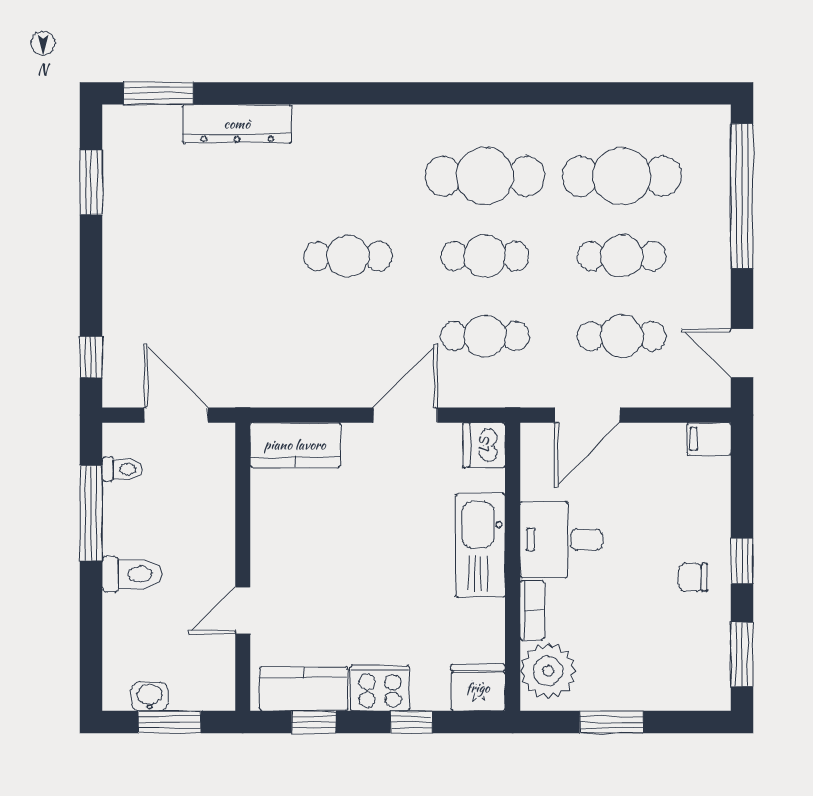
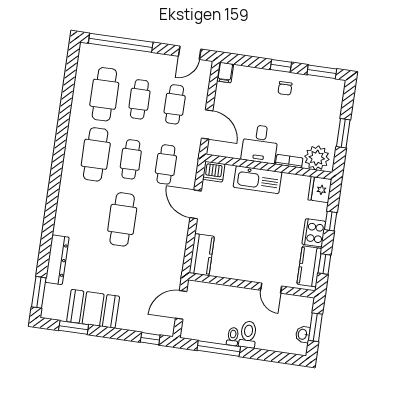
booth: (139, 220) -> (93, 309), added
cafe table: (348, 256) -> (122, 219), width x1.37, depth x1.35
toilet: (122, 469) -> (233, 337), moved

